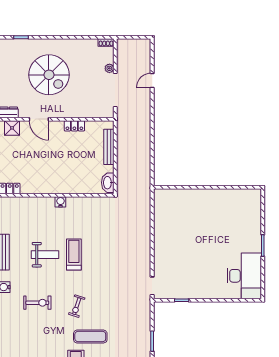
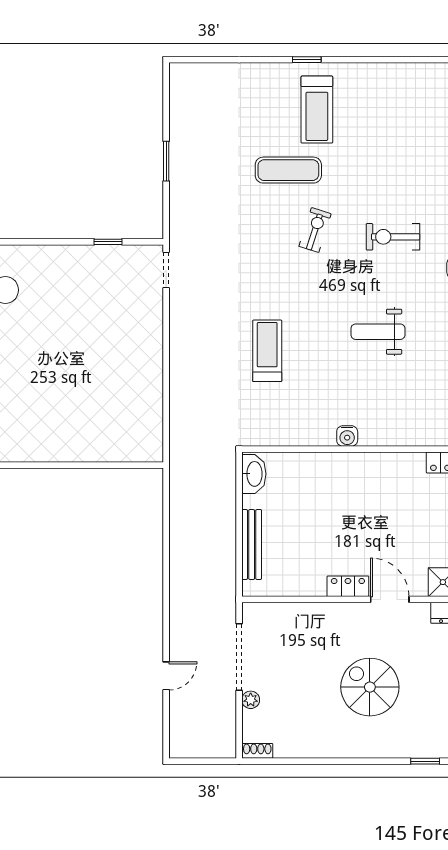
spiral stairs: (49, 75) -> (370, 687), width x0.73, depth x0.73
locker: (74, 126) -> (348, 586), moved
treadmill: (74, 255) -> (267, 351), moved, turned 180

